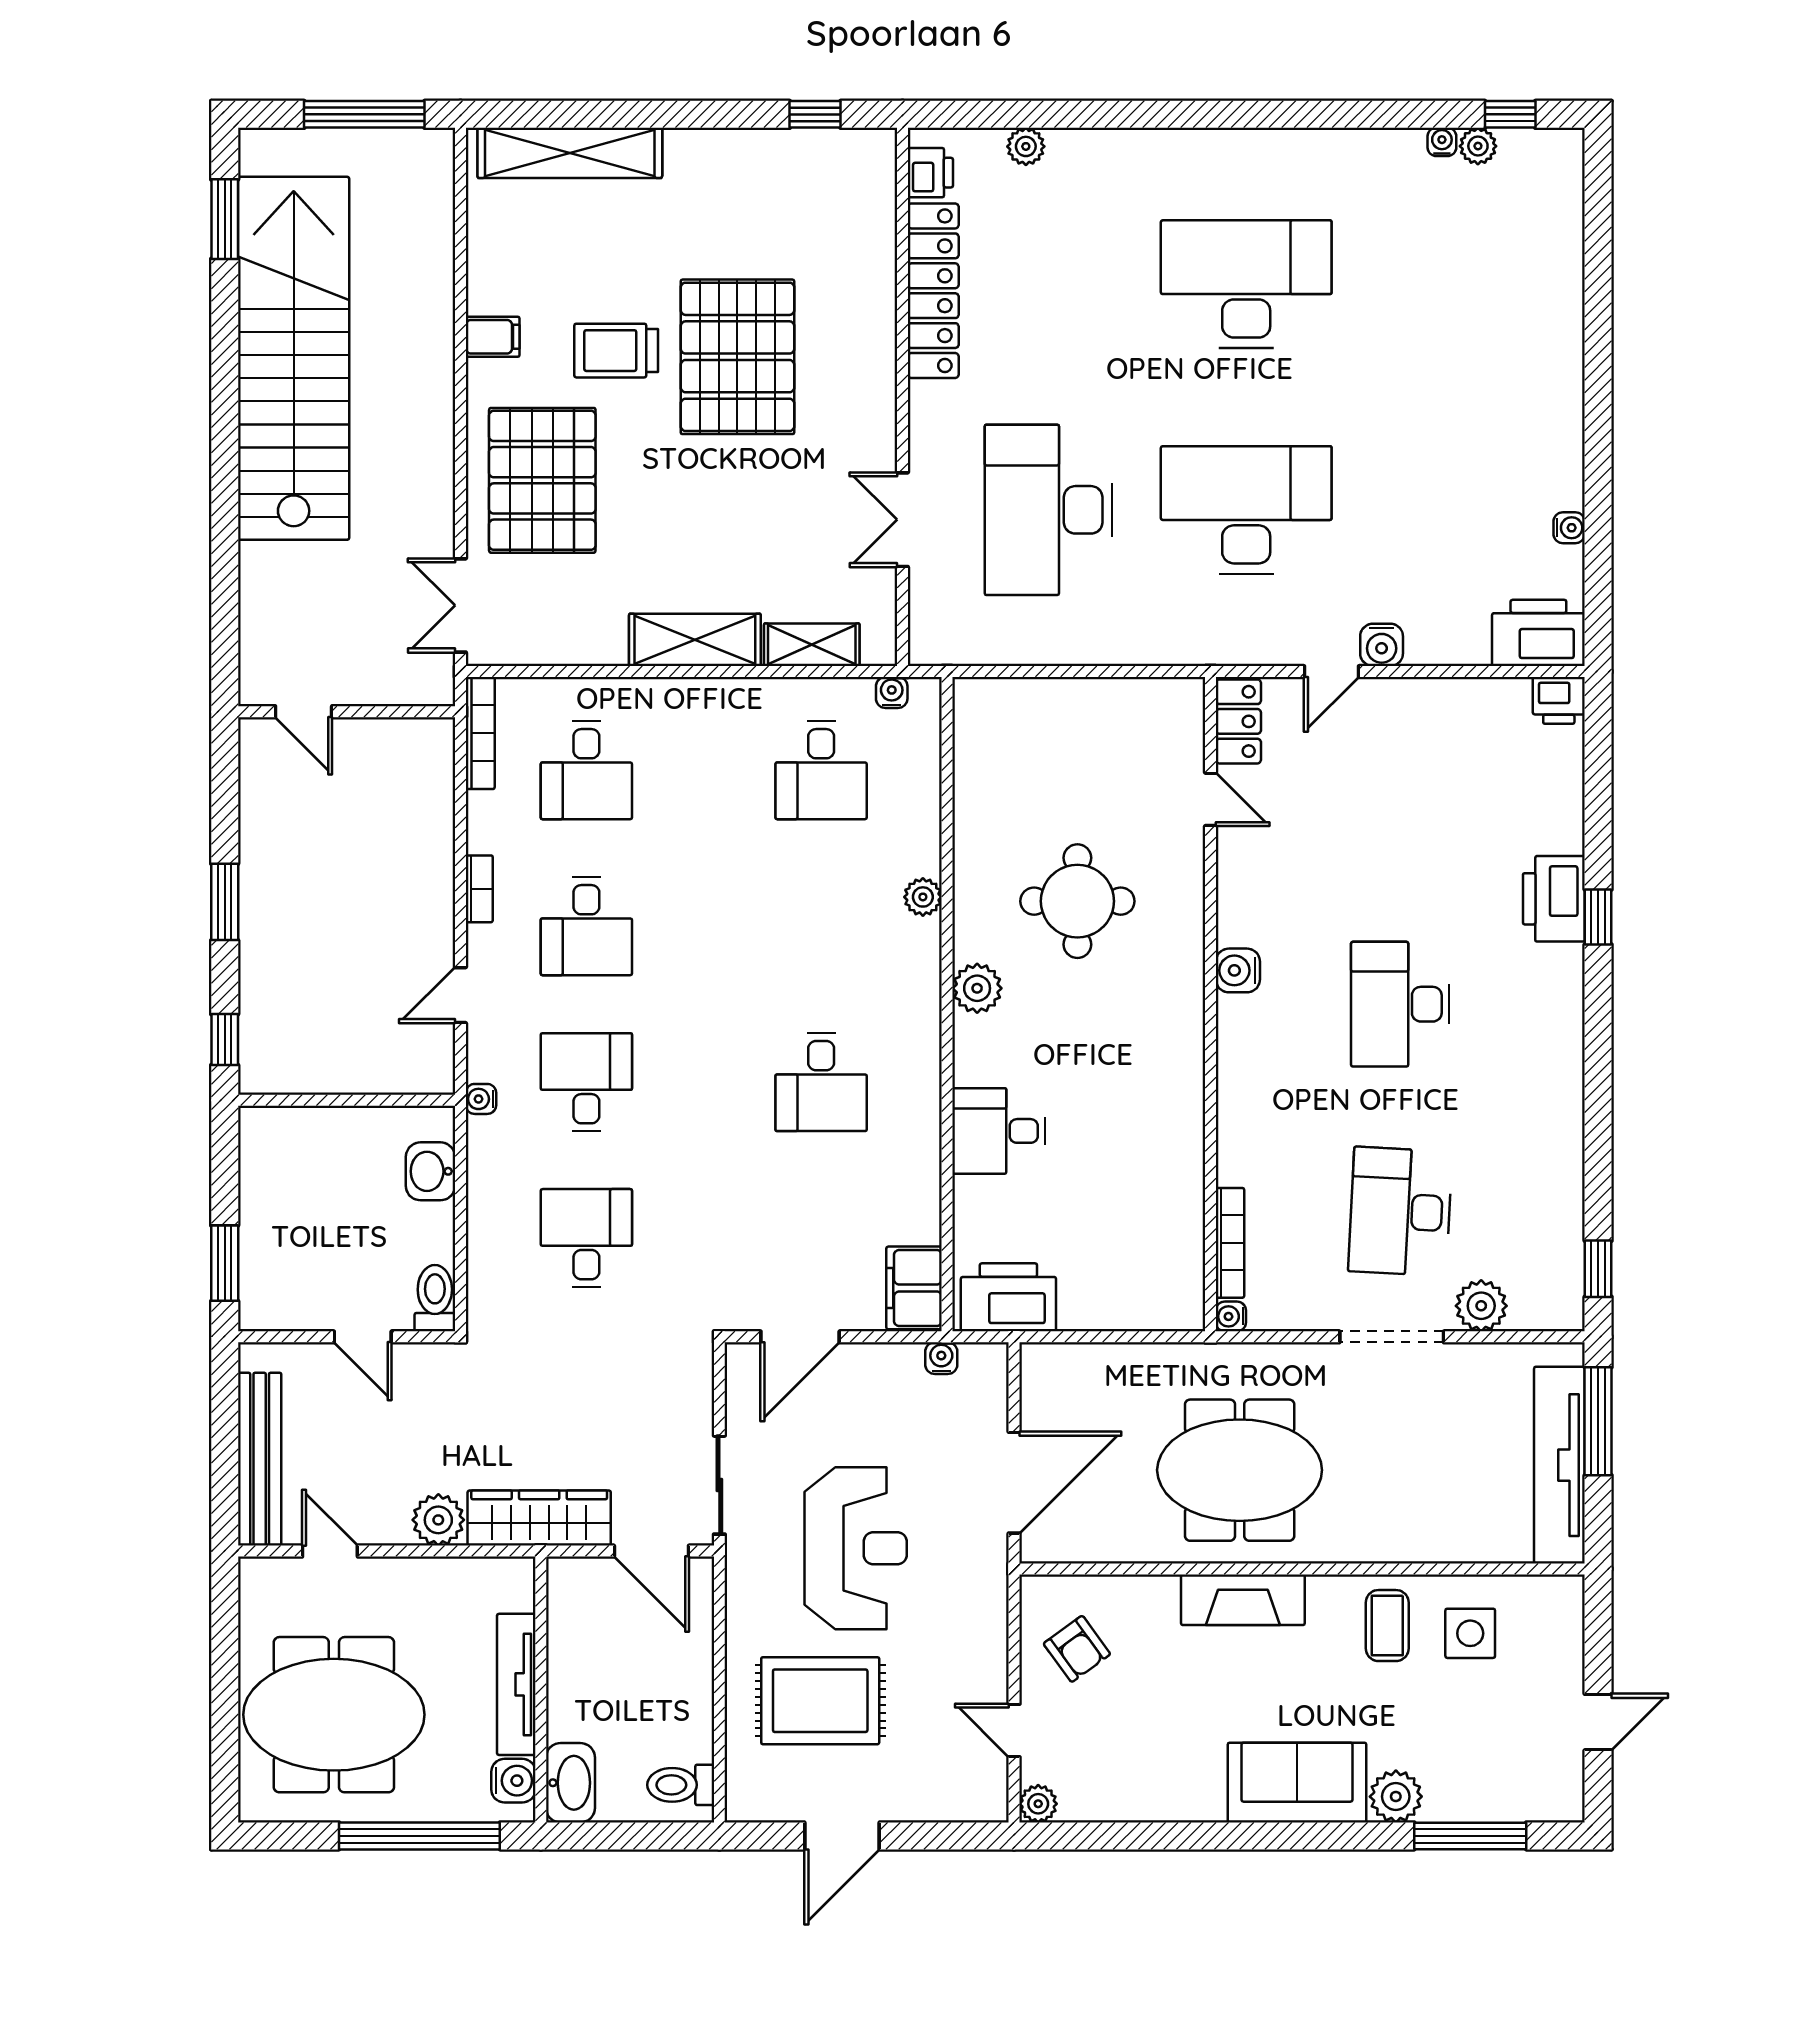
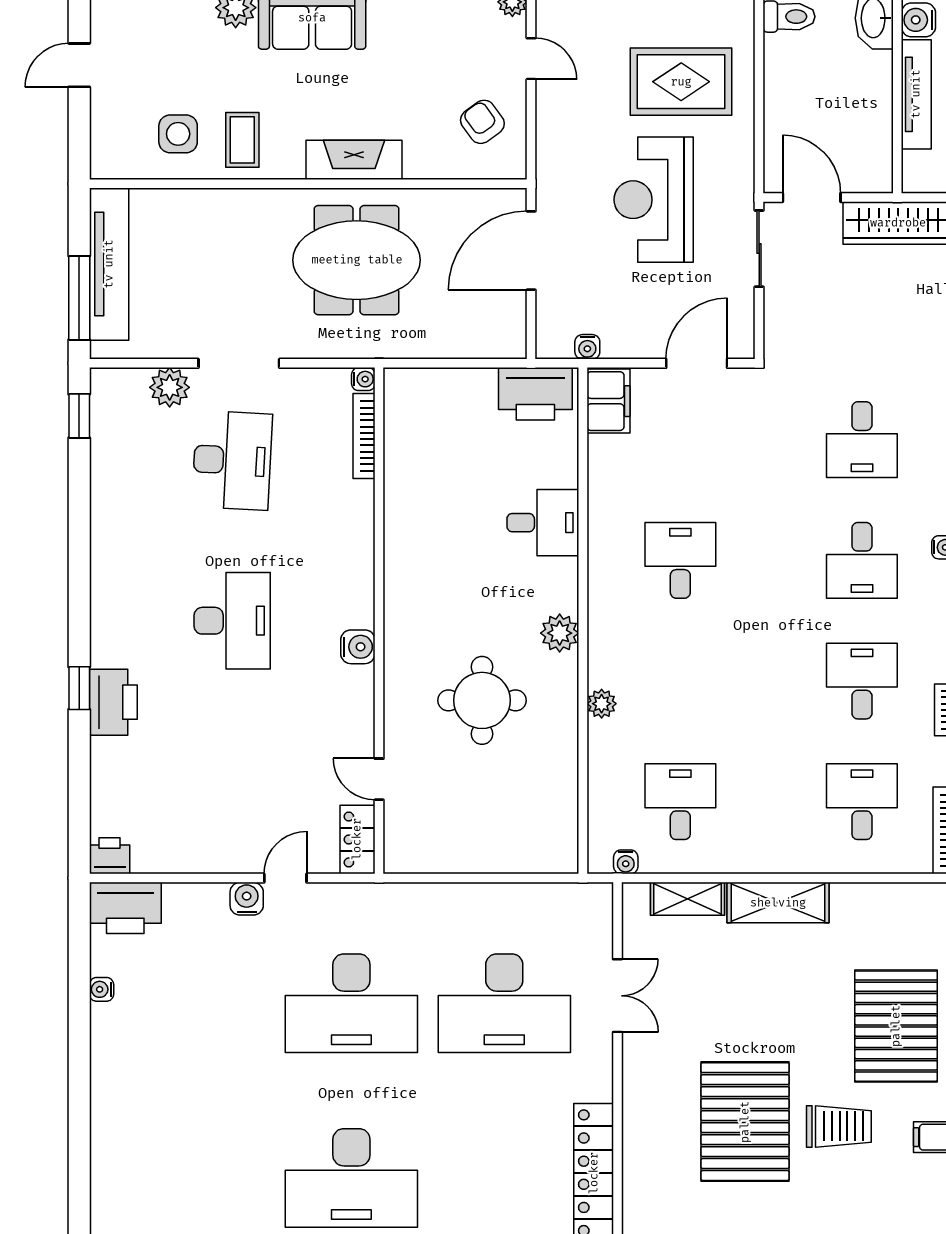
desk: (1049, 510) -> (504, 1003), turned 90

